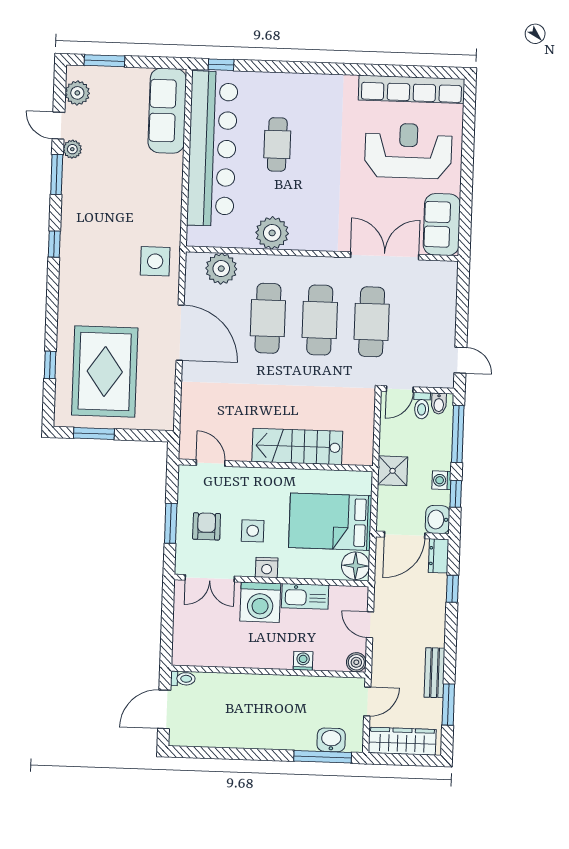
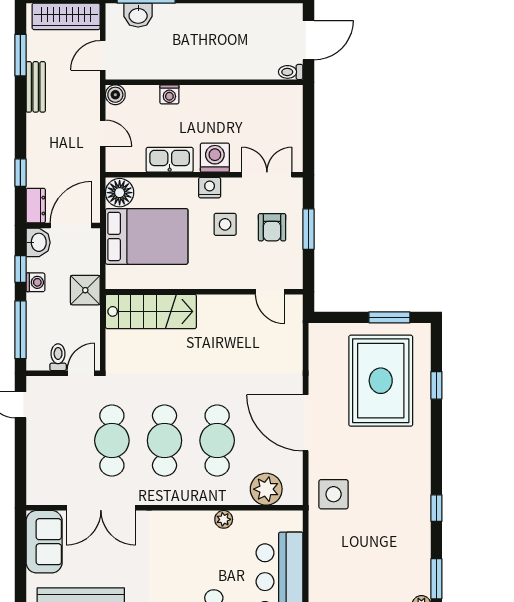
plant: (272, 233) -> (224, 519), width x0.53, depth x0.53
bidet: (439, 404) -> (41, 360), removed
stairs: (297, 446) -> (151, 311), moved
washing machine: (260, 602) -> (215, 158), width x0.73, depth x0.73

